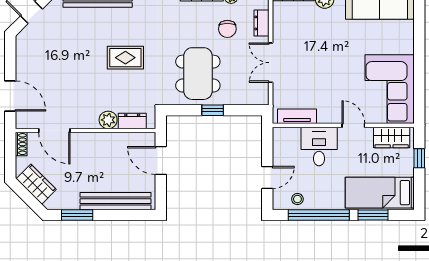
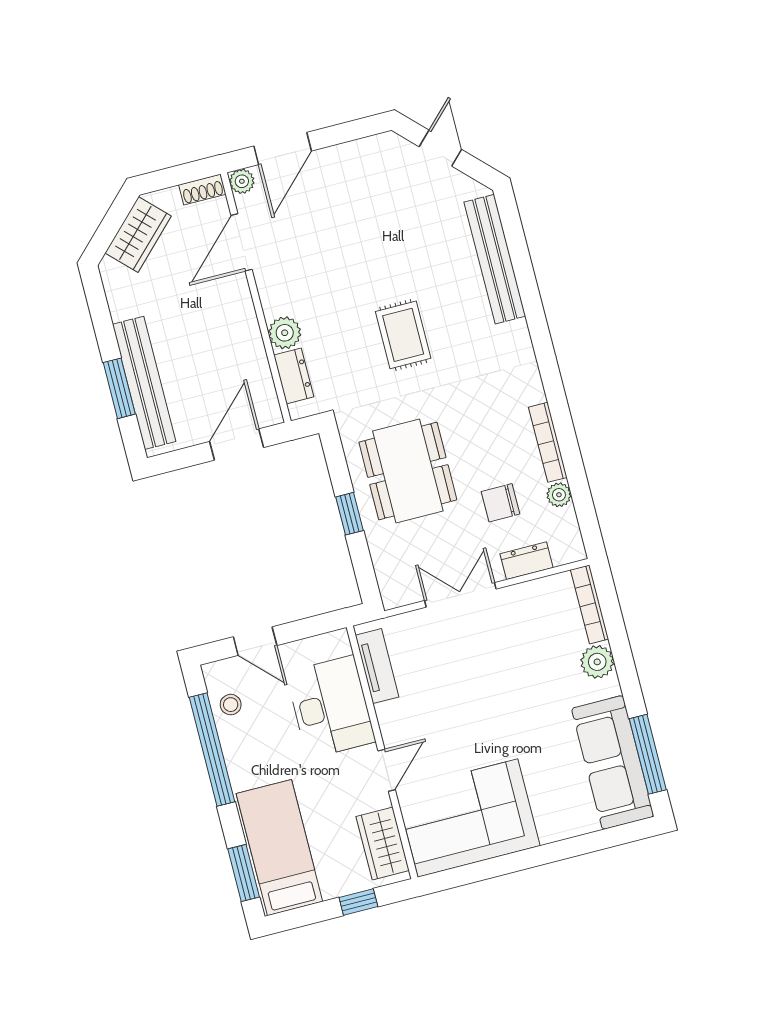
dining table: (198, 74) -> (408, 471), turned 90
plant: (22, 122) -> (242, 181), added
desk: (319, 147) -> (331, 707), width x1.37
window: (77, 215) -> (119, 388), moved
window: (373, 215) -> (244, 873), moved

